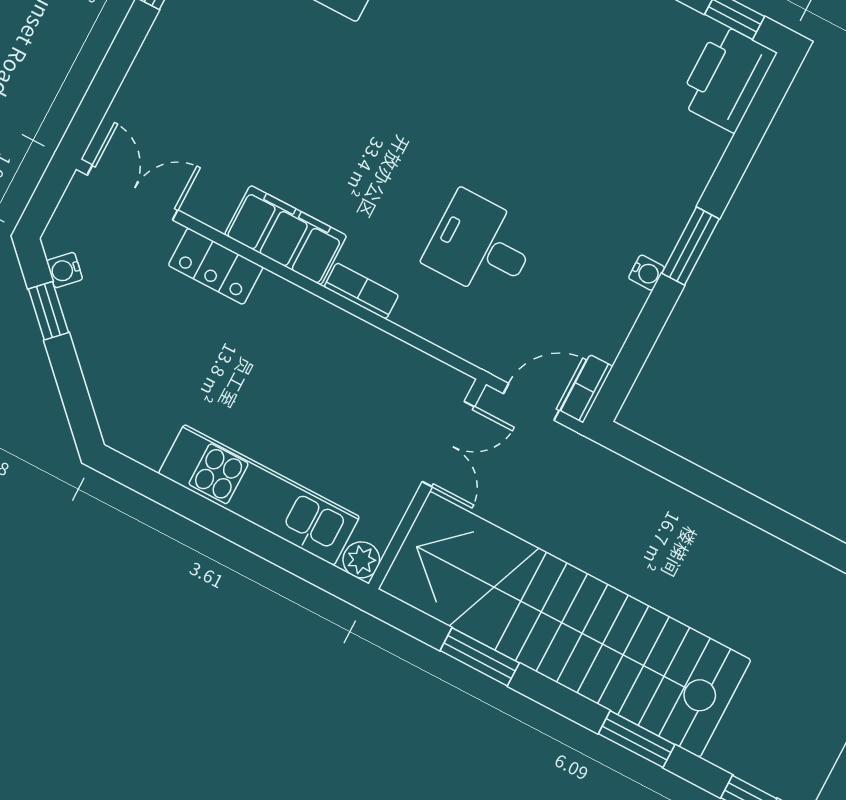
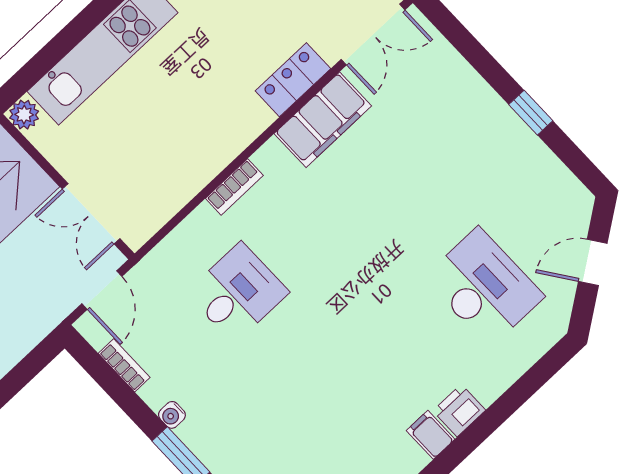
filing cabinet: (286, 235) -> (323, 120), moved
bookcase: (587, 389) -> (124, 365), moved

